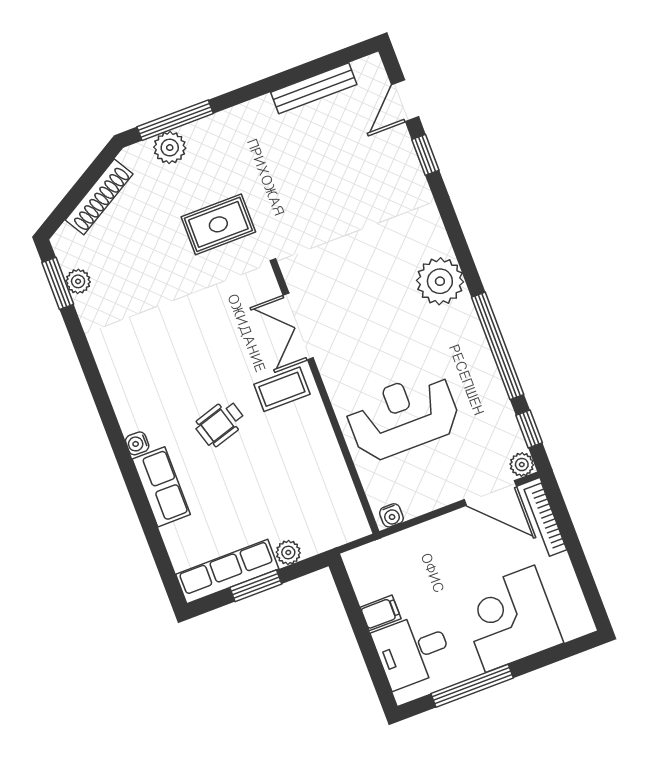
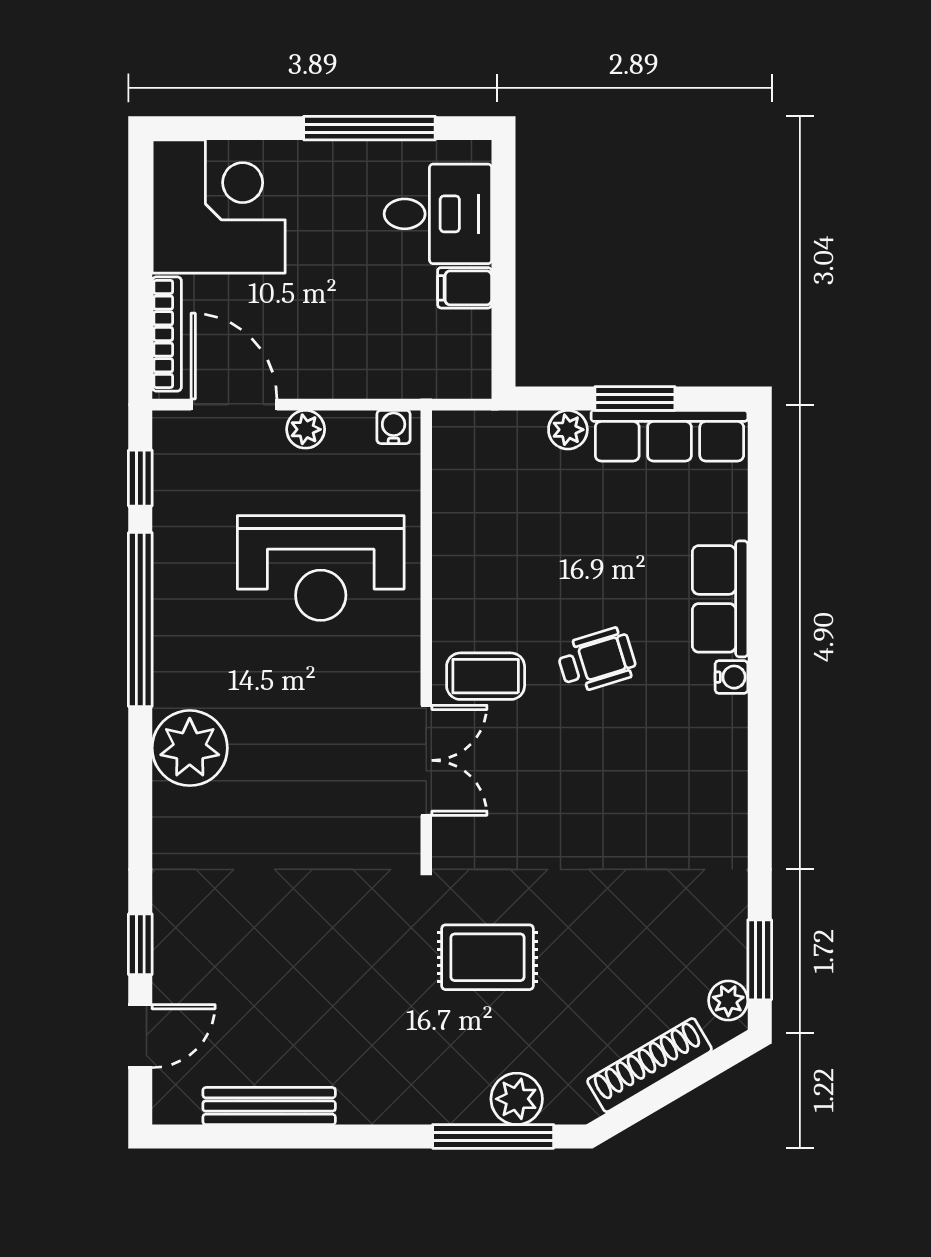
plant: (78, 281) -> (728, 1001), moved
plant: (522, 465) -> (306, 429), moved
corner desk: (510, 619) -> (219, 207), moved, turned -90

